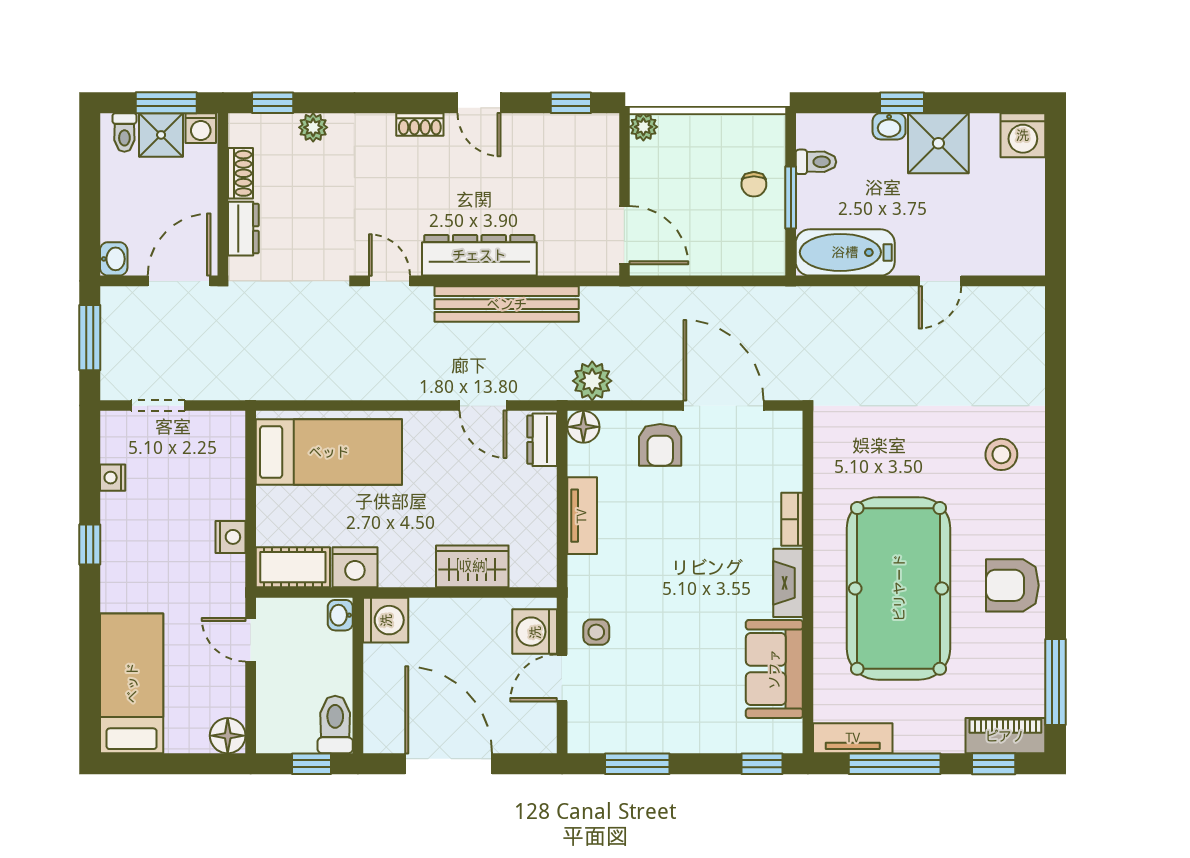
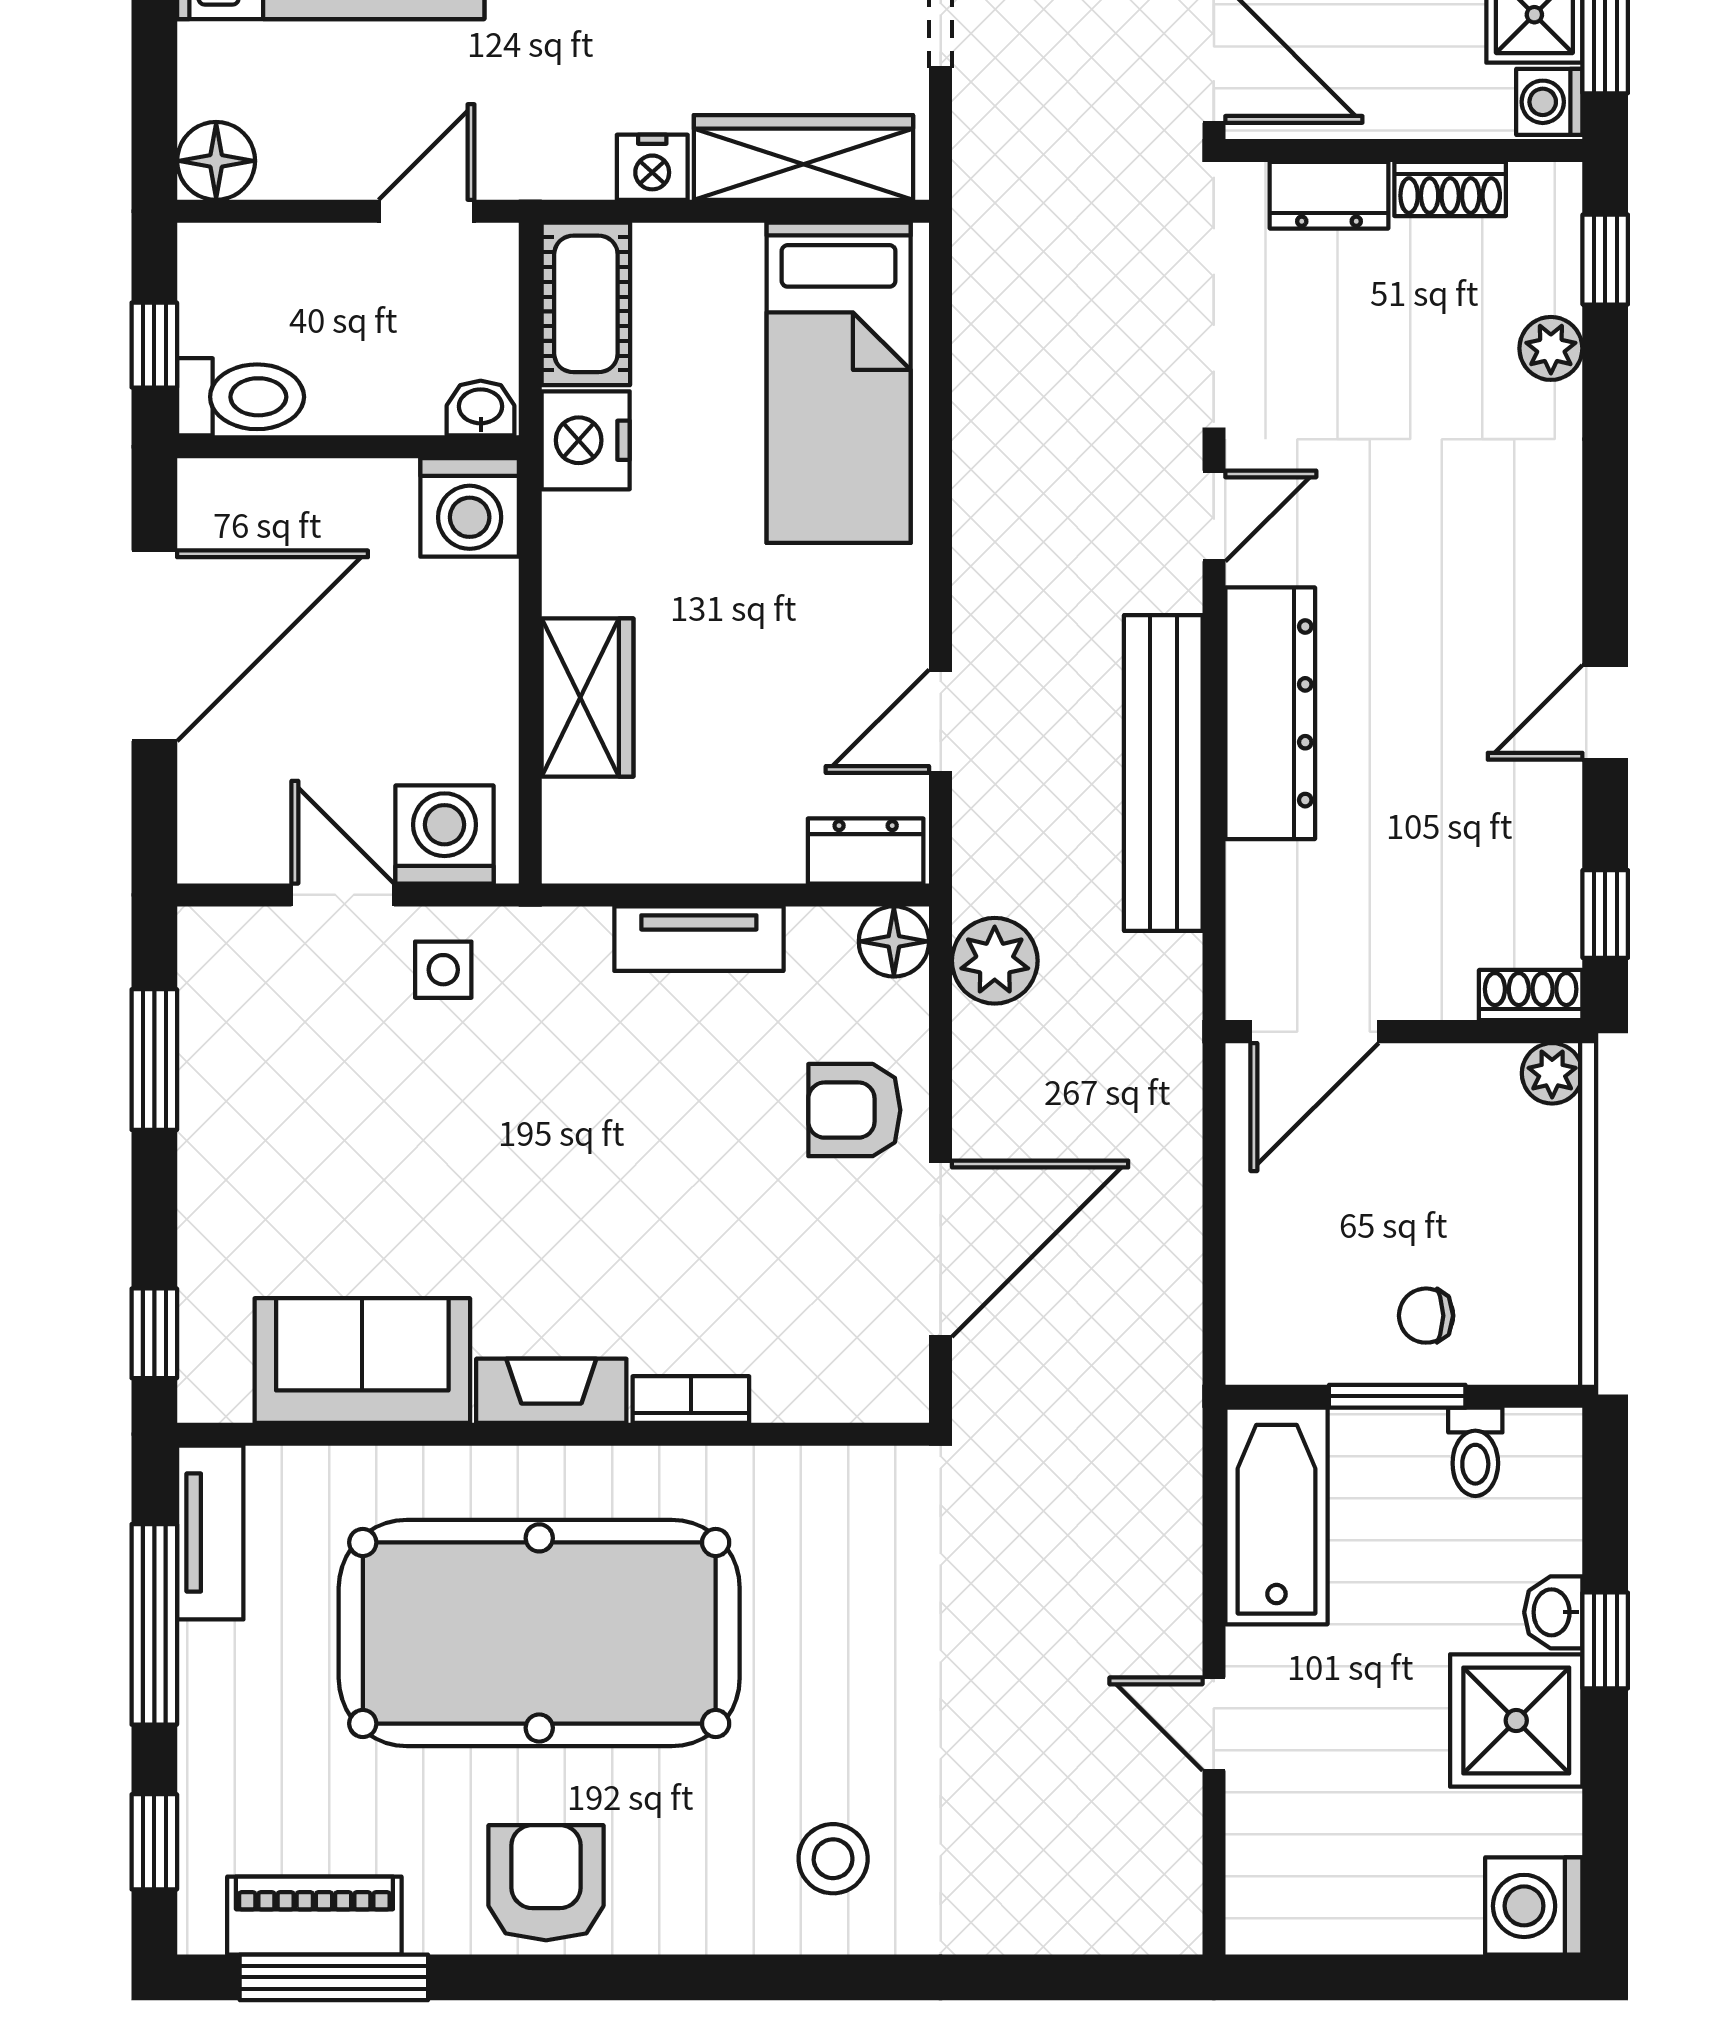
shoe rack: (420, 124) -> (1531, 995), moved, turned 90
wardrobe: (226, 468) -> (803, 157), added
piano: (1005, 736) -> (314, 1916), moved, turned -90

